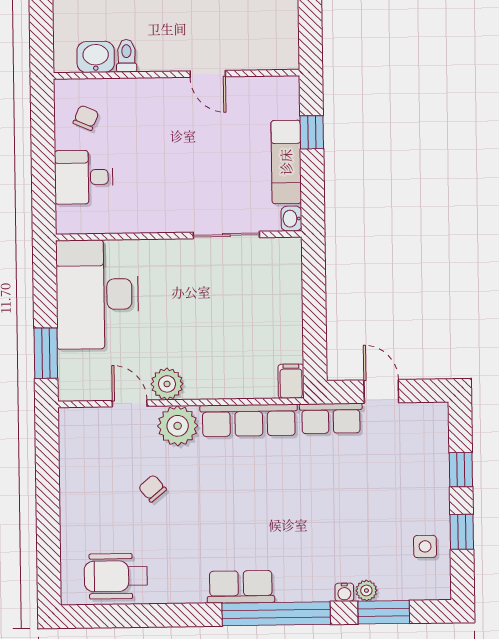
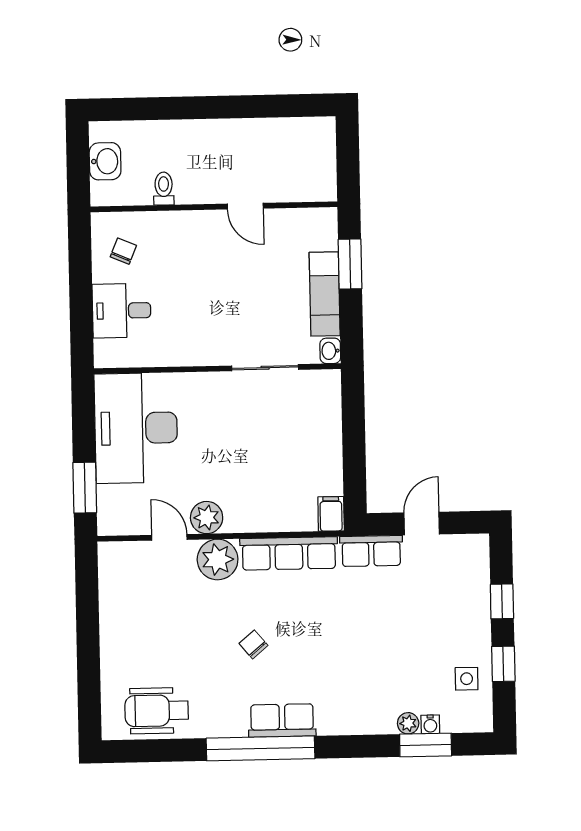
washbasin: (96, 57) -> (105, 161), moved, turned 90
window: (312, 132) -> (350, 264), width x1.50
door: (381, 391) -> (422, 523), hinge flipped
chair: (152, 488) -> (253, 644), moved
water cooler: (344, 592) -> (430, 724), moved
window: (276, 614) -> (260, 748), moved

